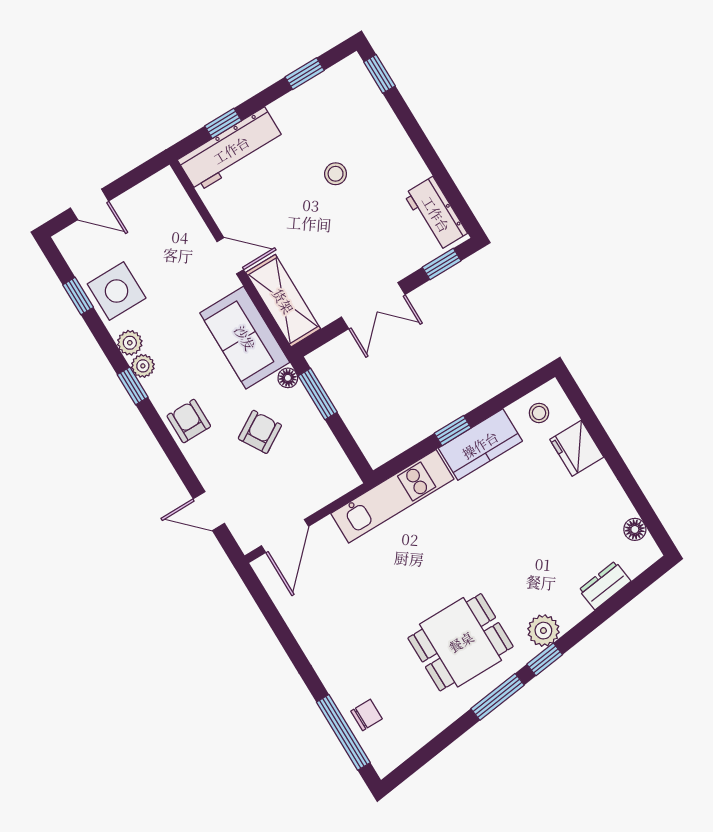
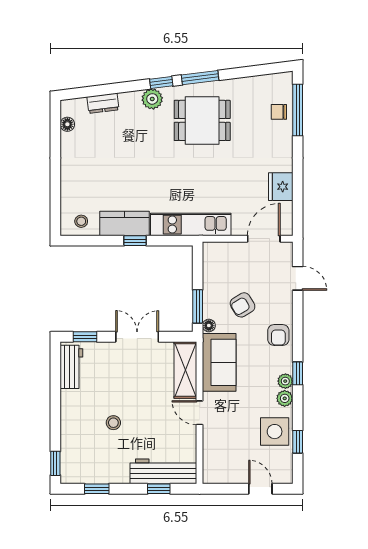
fridge: (577, 448) -> (281, 187), moved, turned 180

